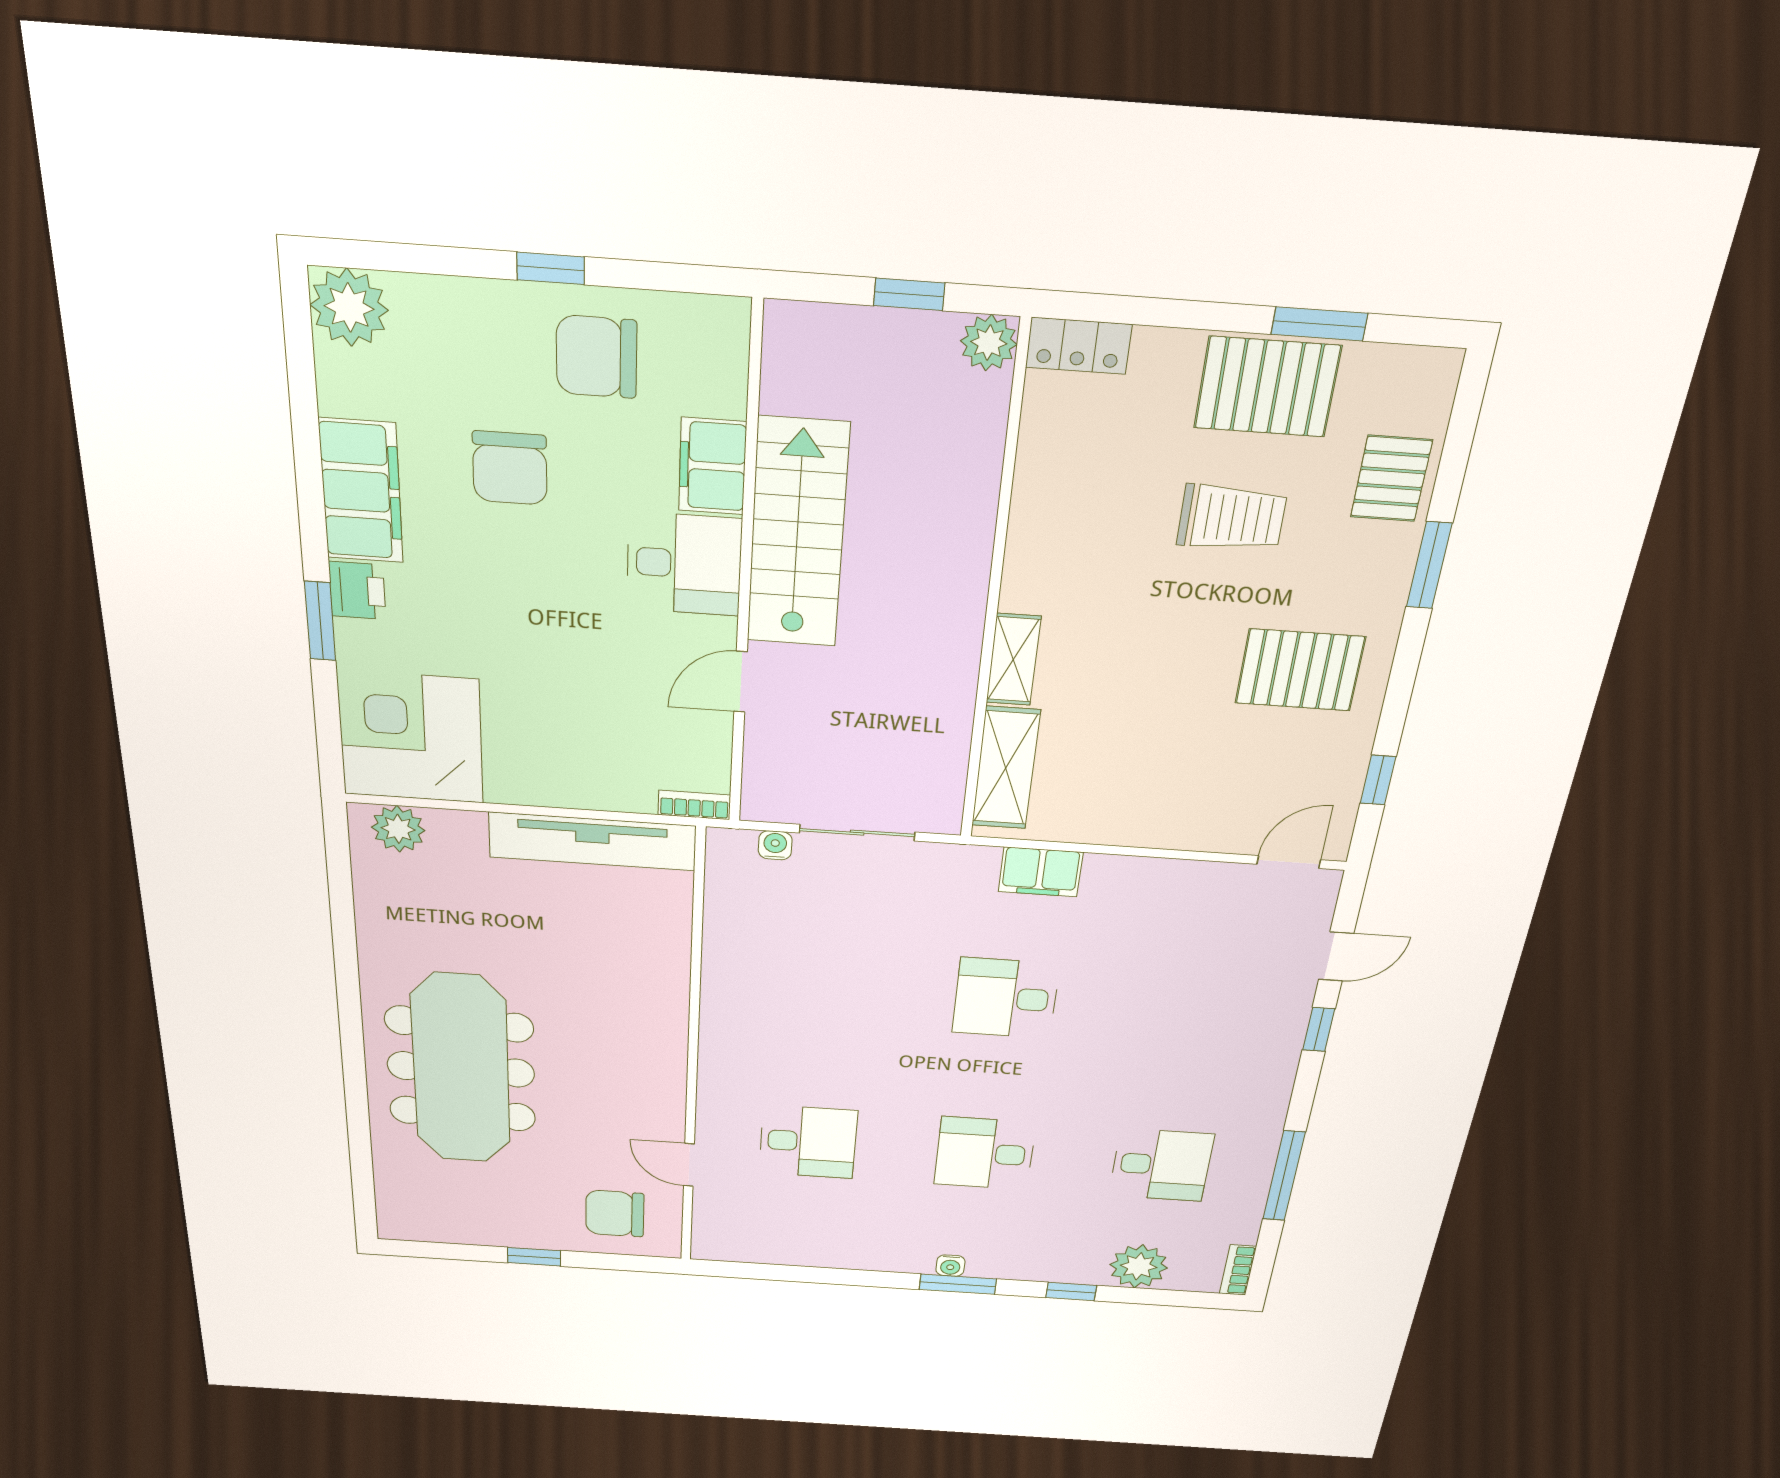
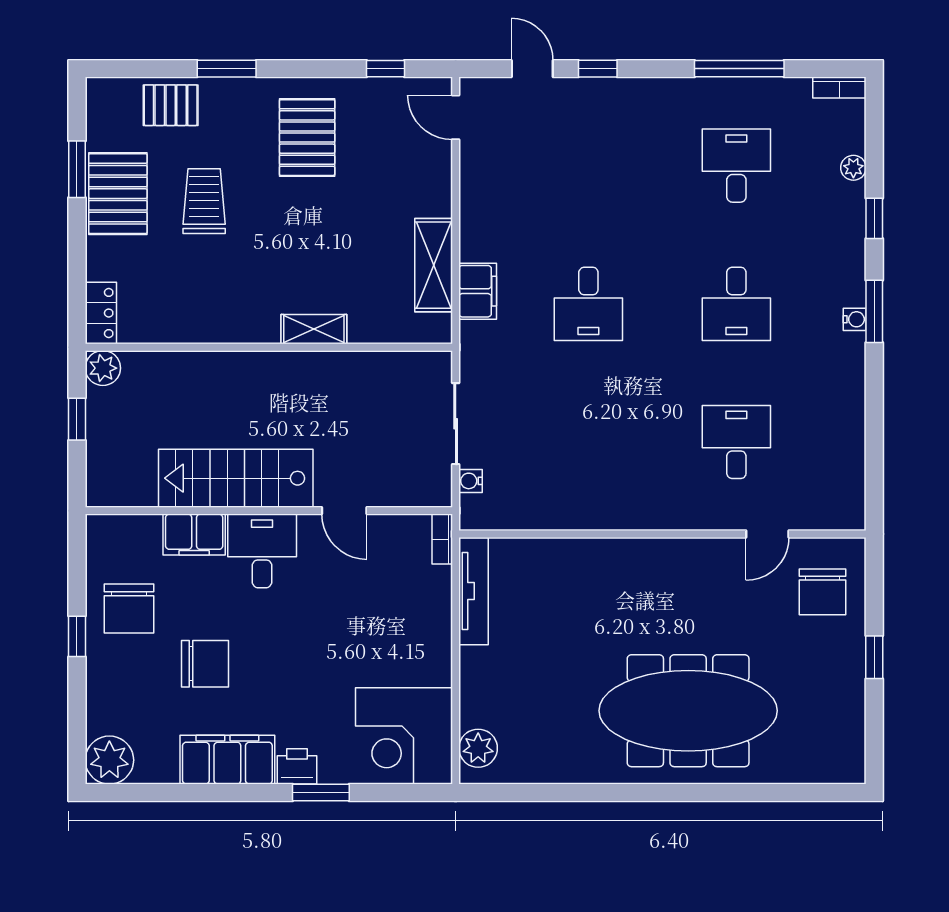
shelving: (1006, 768) -> (434, 265), moved, turned 90
tv unit: (592, 842) -> (473, 591), width x0.73, depth x0.78
plant: (1139, 1266) -> (853, 168), width x0.53, depth x0.53

